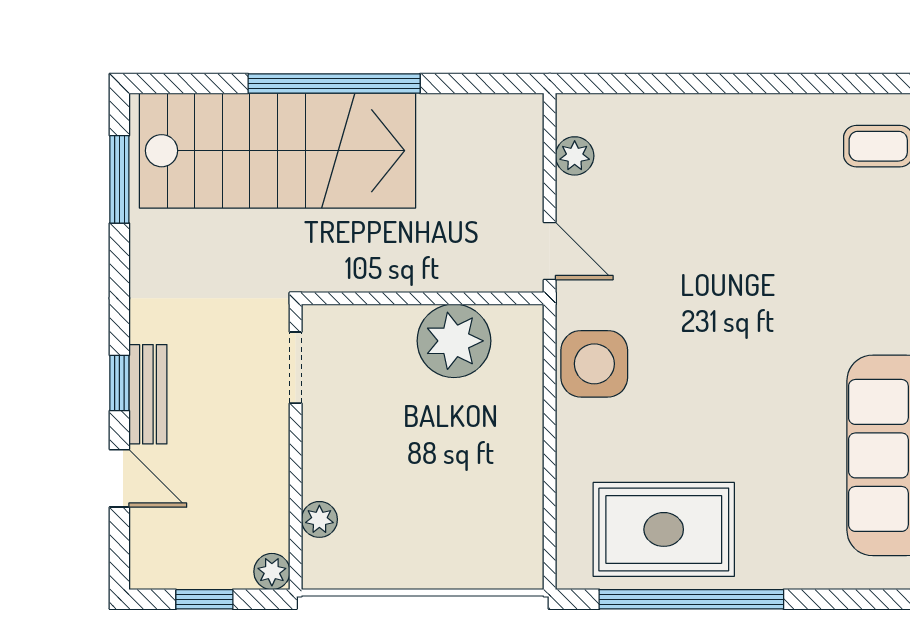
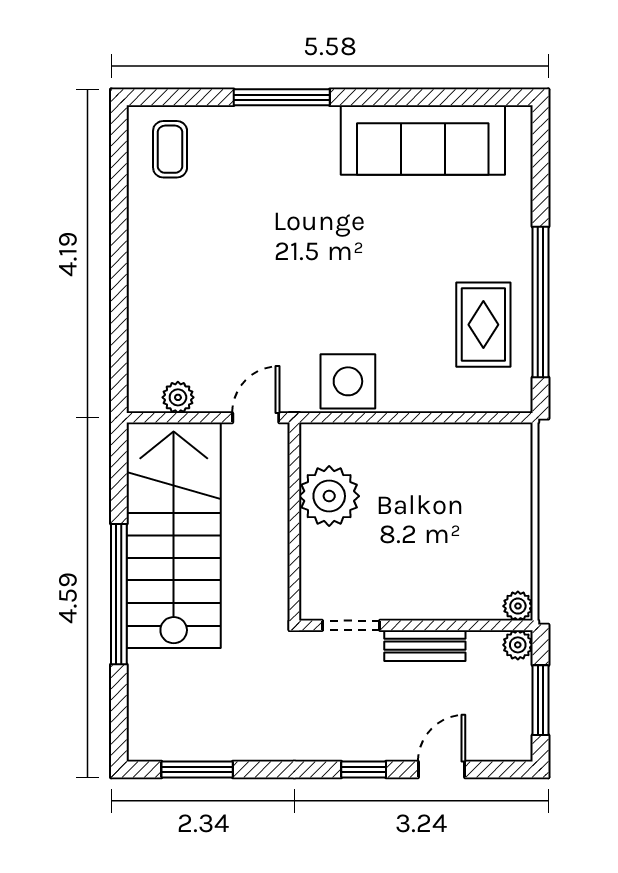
stairs: (278, 151) -> (174, 535), moved
bench: (148, 394) -> (425, 646), moved
plant: (319, 519) -> (518, 606), moved
rug: (664, 529) -> (483, 325), width x0.73, depth x0.70
window: (204, 599) -> (540, 700), width x1.50

